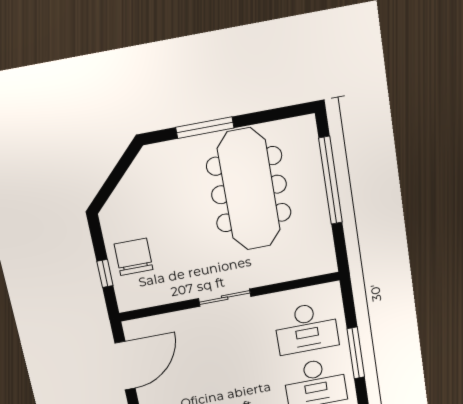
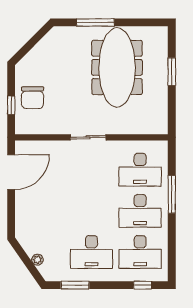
window: (330, 180) -> (172, 72), width x0.47
chair: (134, 257) -> (32, 98), turned 180

